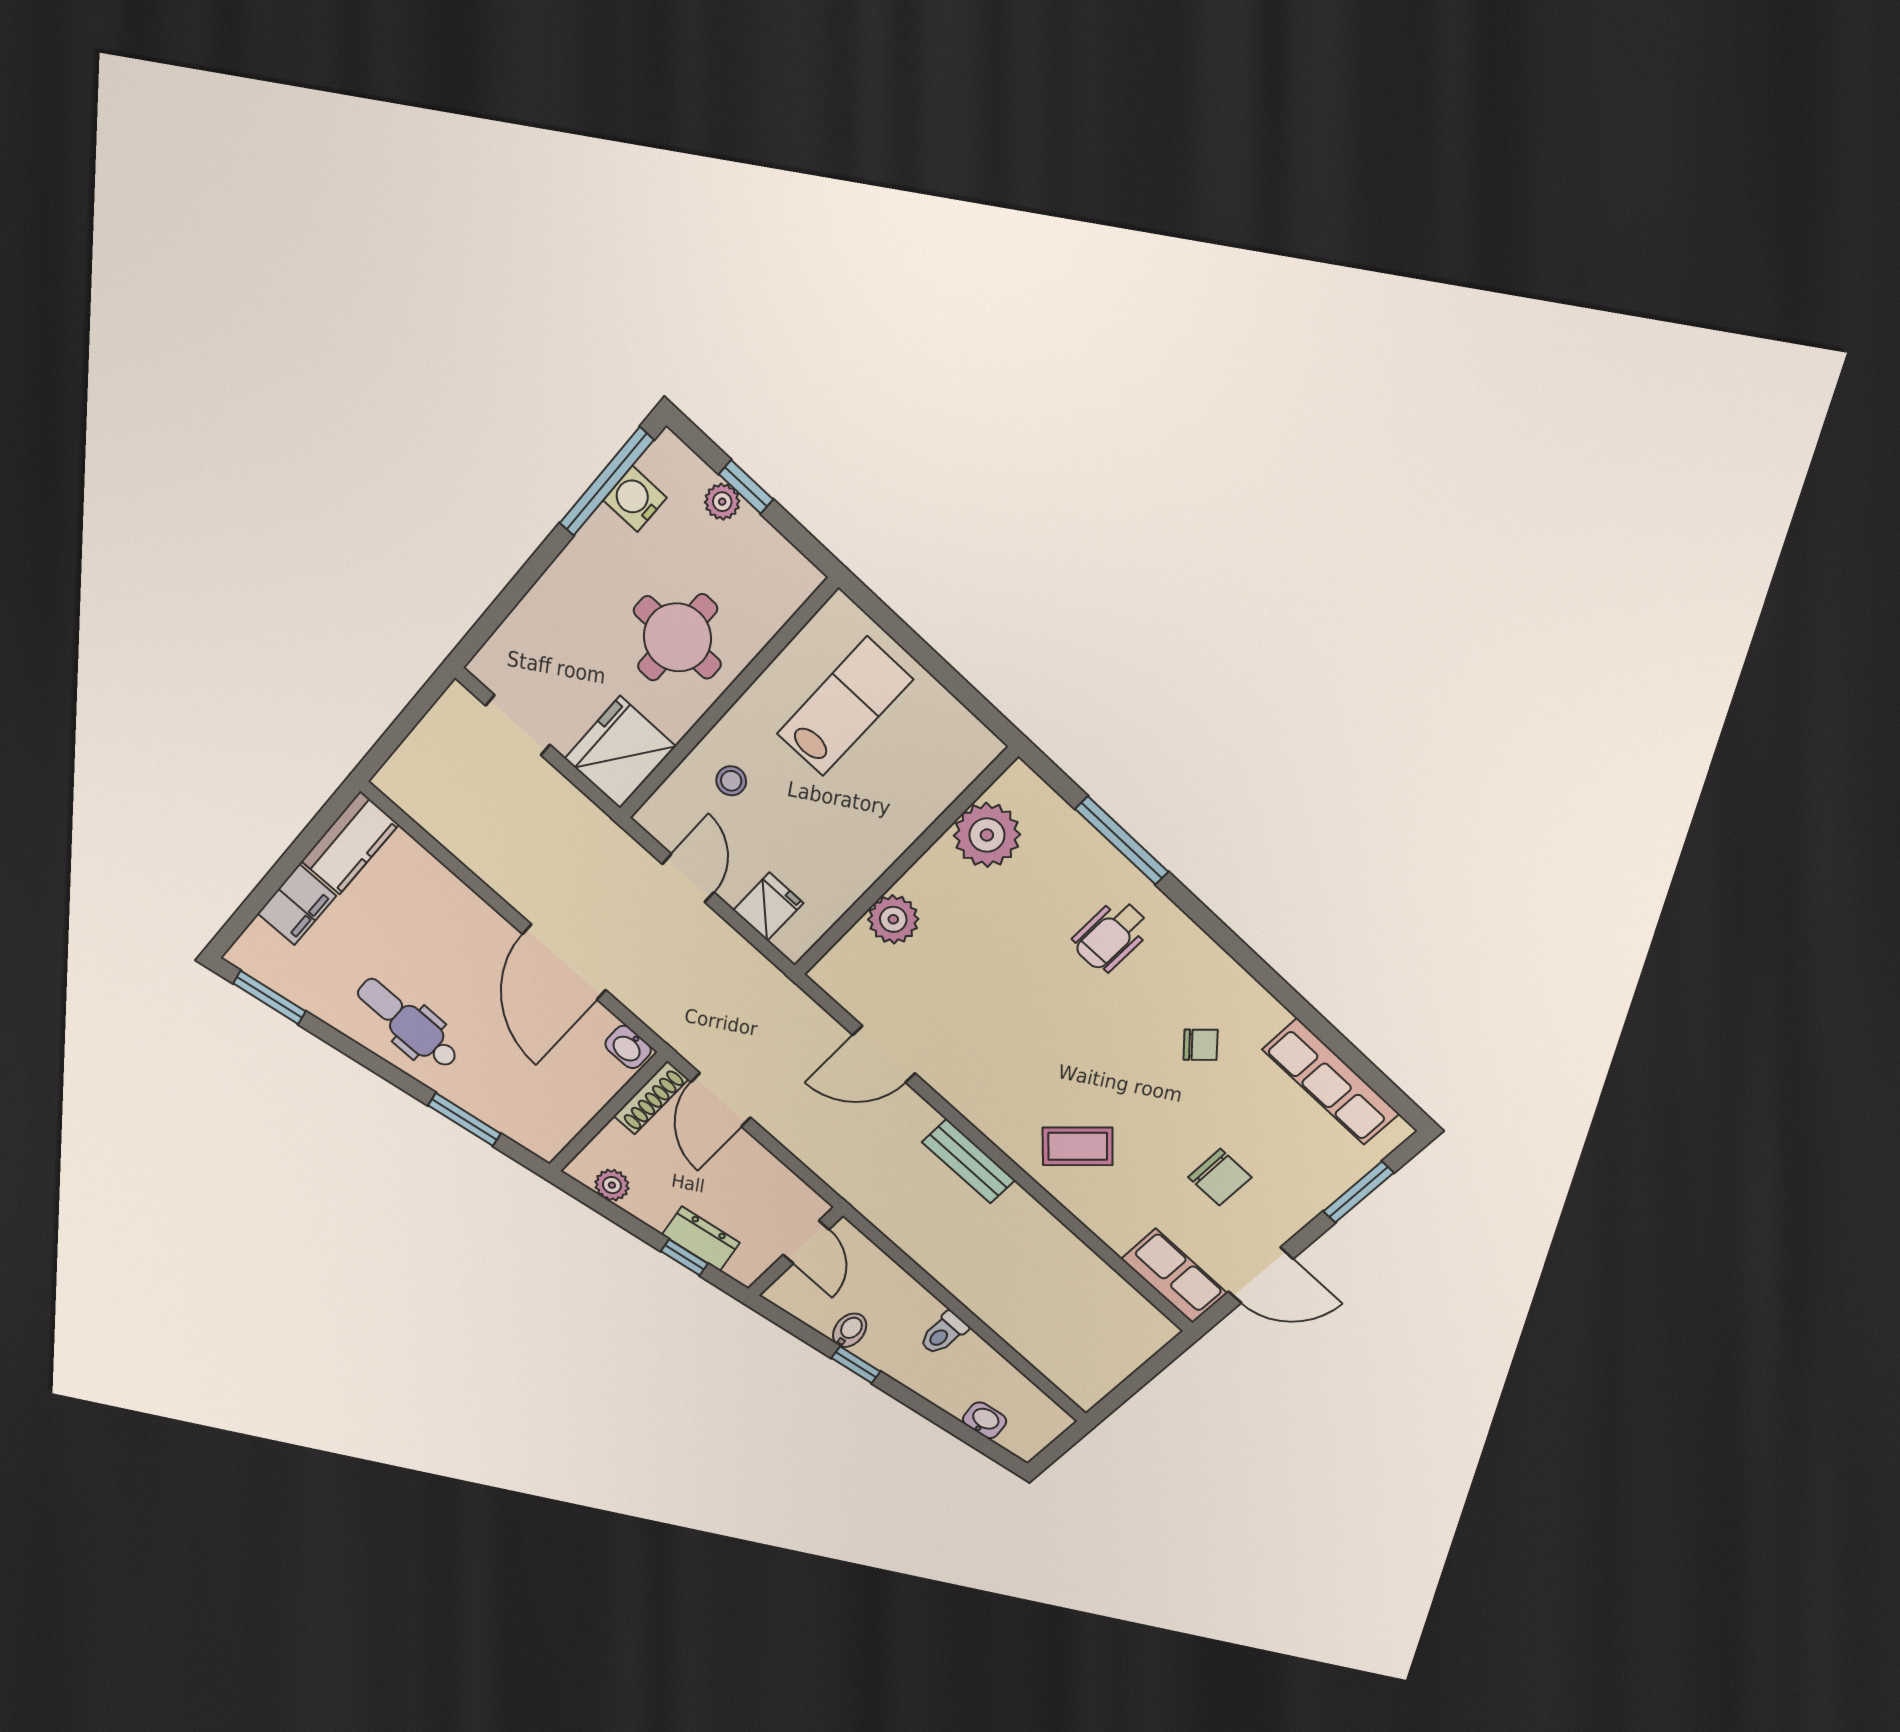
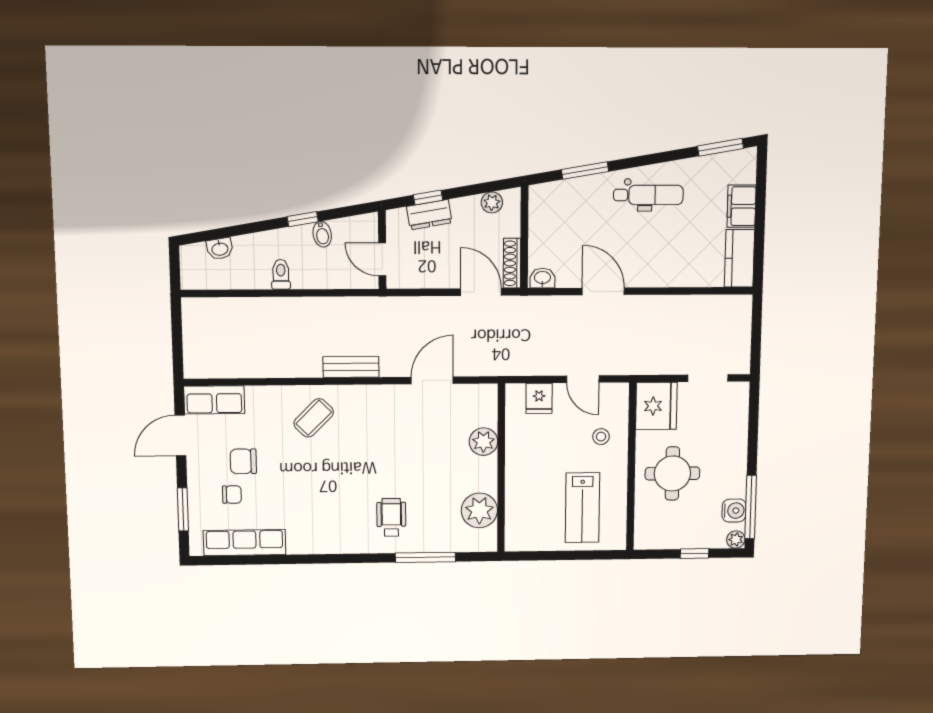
plant: (722, 502) -> (736, 540), moved
door: (564, 962) -> (603, 291), width x0.73
chair: (1201, 1045) -> (232, 495), moved, turned -136

